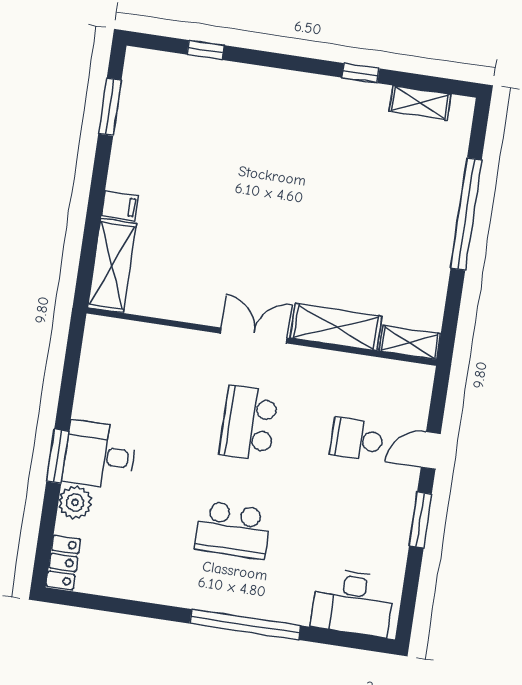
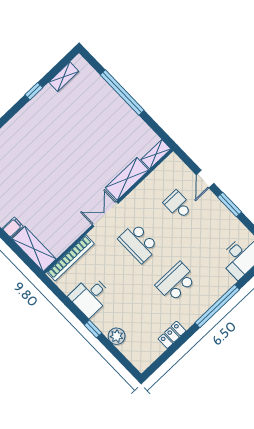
bookcase: (142, 334) -> (70, 258), added
school desk: (357, 439) -> (178, 205), turned 90
desk: (99, 455) -> (90, 296), moved
window: (58, 456) -> (93, 329), width x0.67
school desk: (233, 530) -> (176, 282), turned 180
locker: (63, 562) -> (172, 335), moved, turned -90

